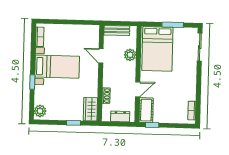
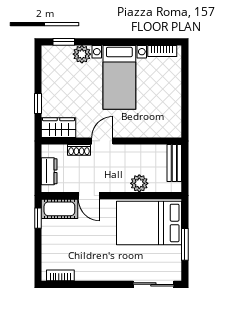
door: (101, 56) -> (102, 141), moved
window: (32, 82) -> (64, 42), moved
plant: (40, 111) -> (82, 54), moved

